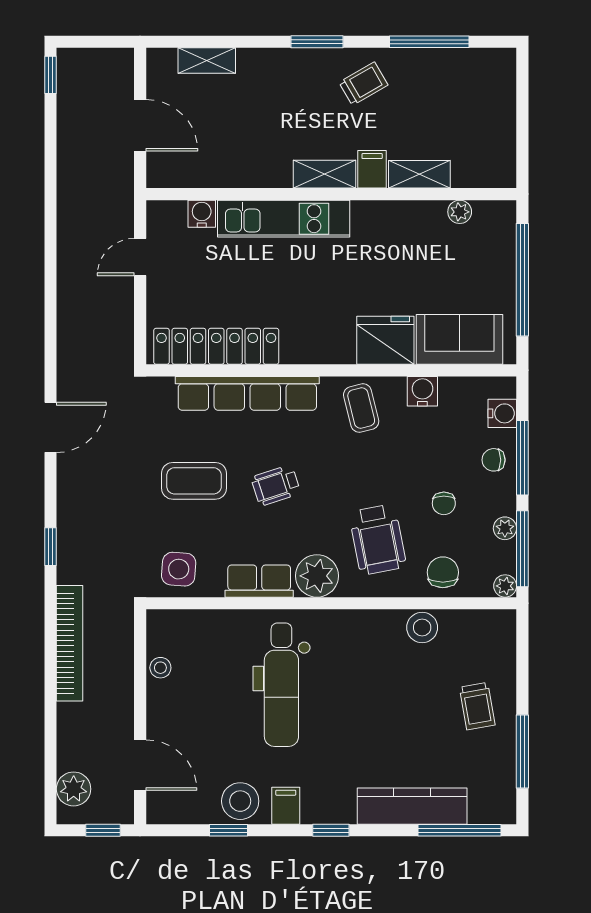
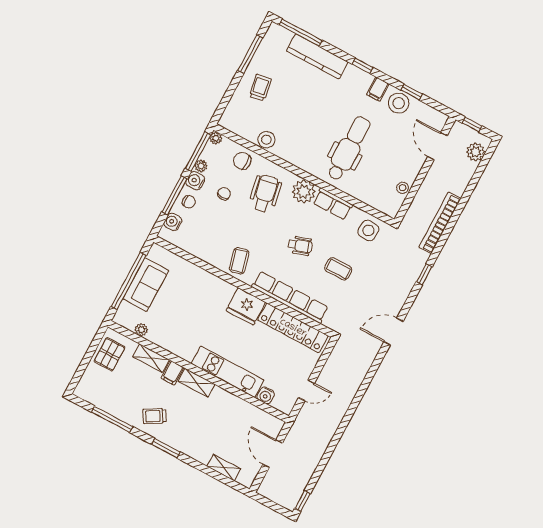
pallet: (490, 145) -> (109, 354), added
sofa: (459, 339) -> (146, 285), moved, turned -90
fridge: (385, 340) -> (246, 306), moved
water cooler: (422, 391) -> (195, 181), moved, turned 90
coffee table: (194, 481) -> (338, 269), width x0.73, depth x0.77
chair: (443, 572) -> (242, 161), turned 90

